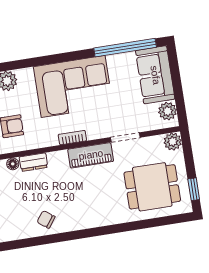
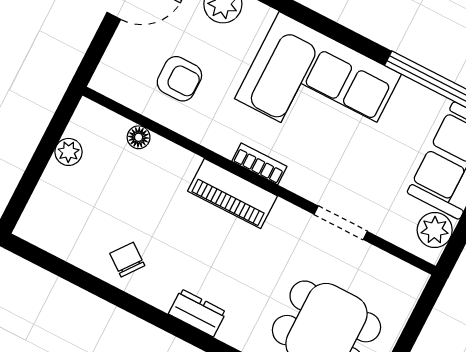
plant: (173, 142) -> (408, 282), removed
piano: (91, 155) -> (233, 194), moved
dresser: (33, 162) -> (197, 313), moved, turned 180

